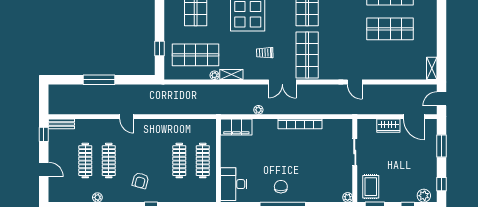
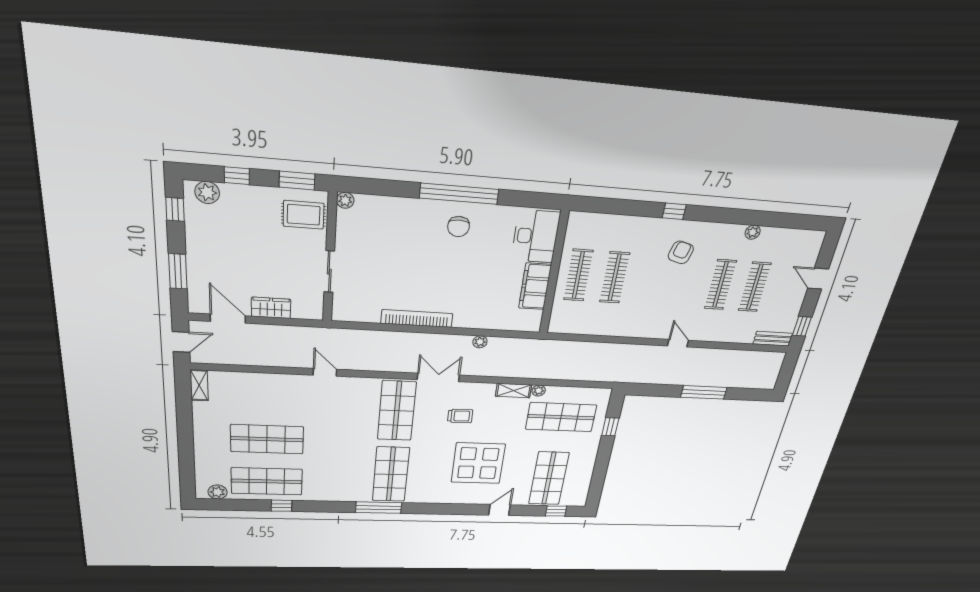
filing cabinet: (236, 127) -> (535, 286), moved, turned -90
rug: (371, 187) -> (304, 215), turned 90

